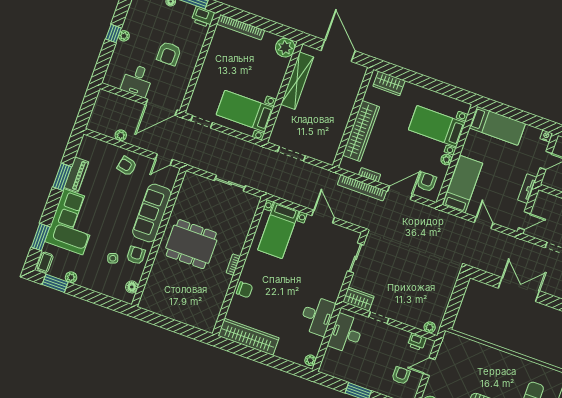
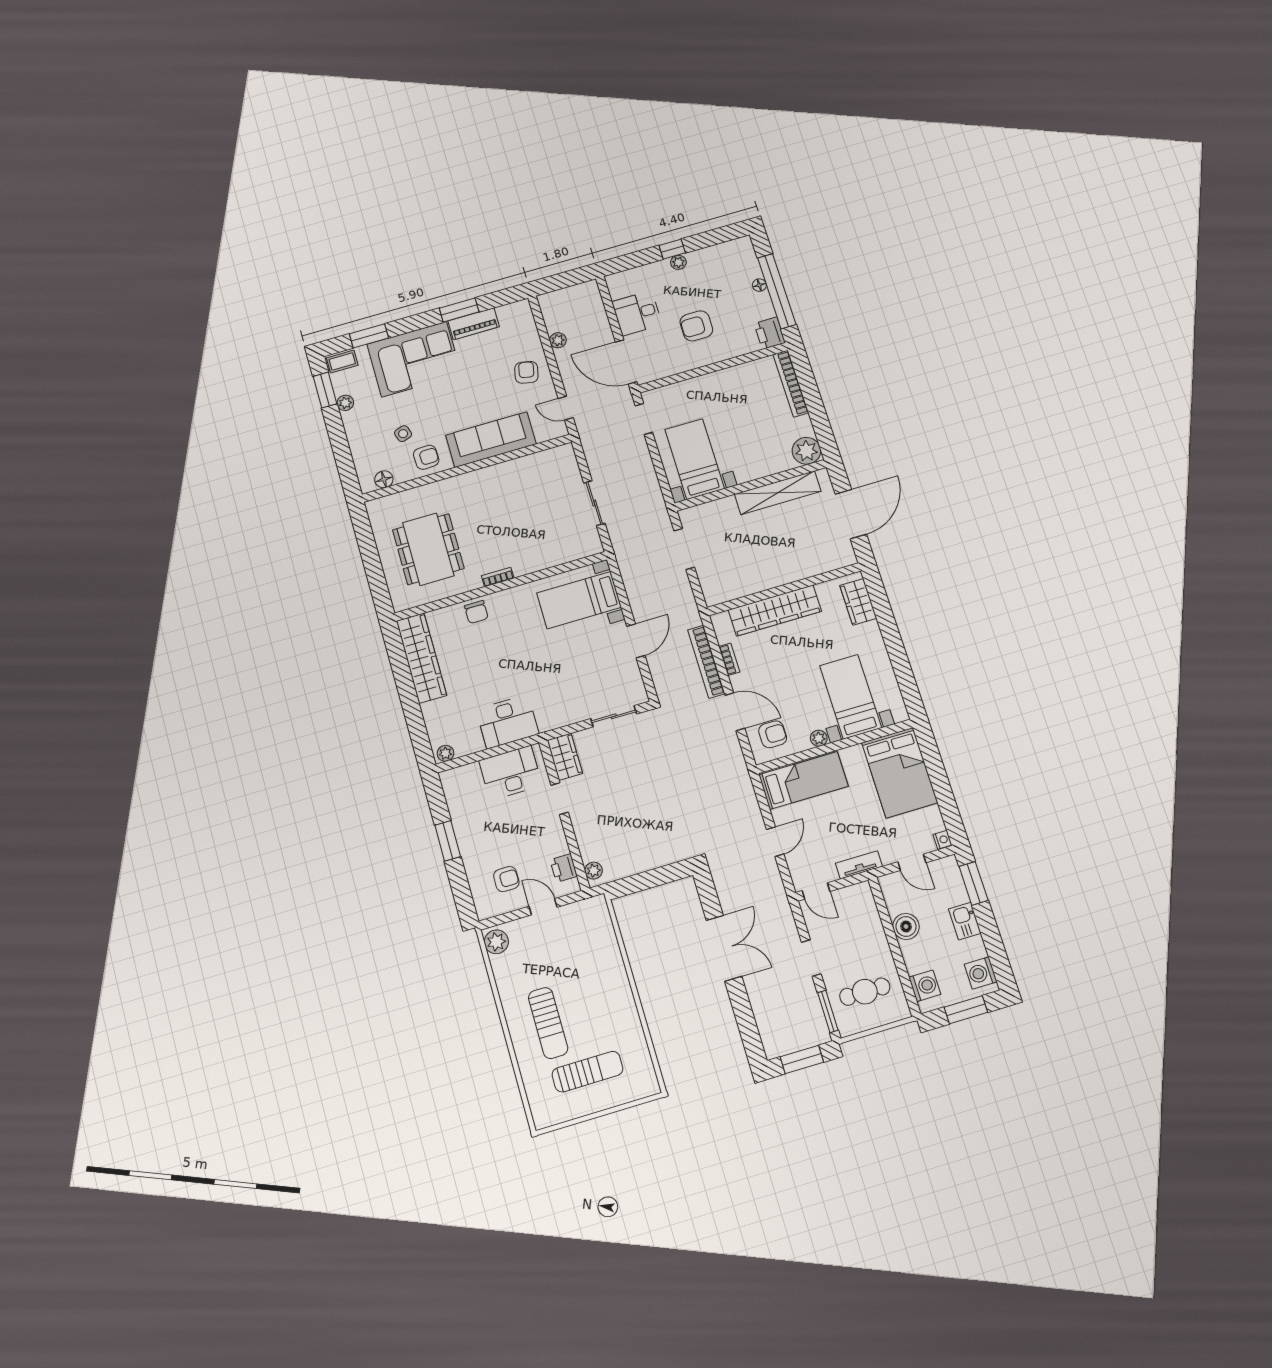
bed: (497, 126) -> (900, 773), width x1.50
dining table: (191, 244) -> (428, 549), moved

